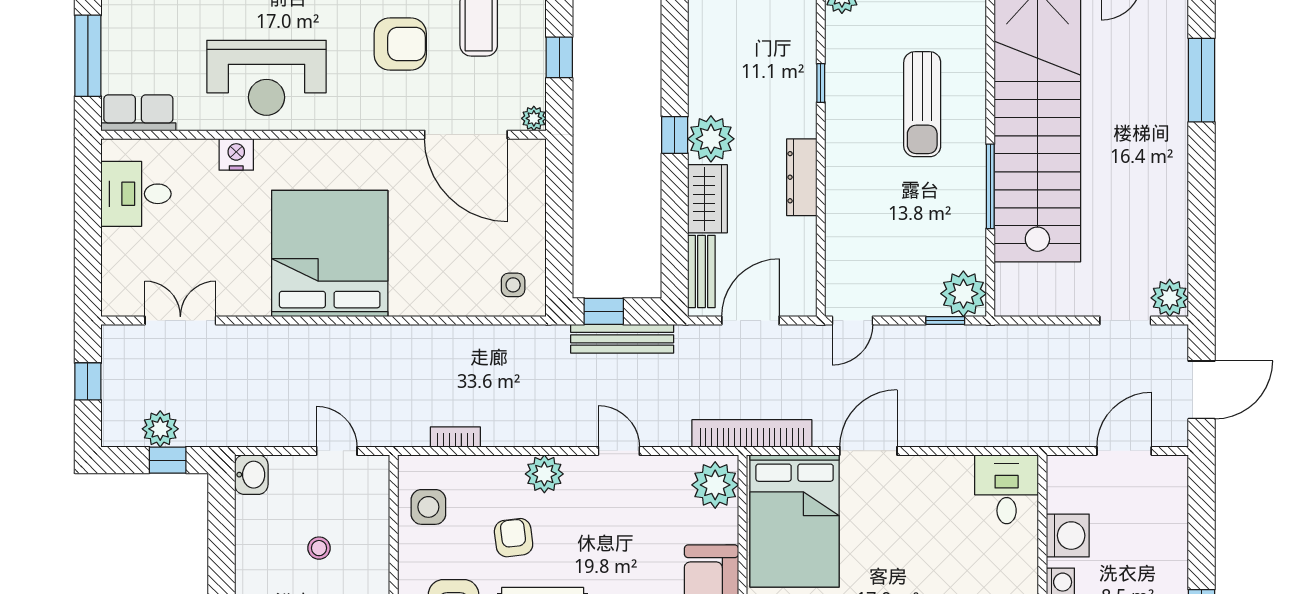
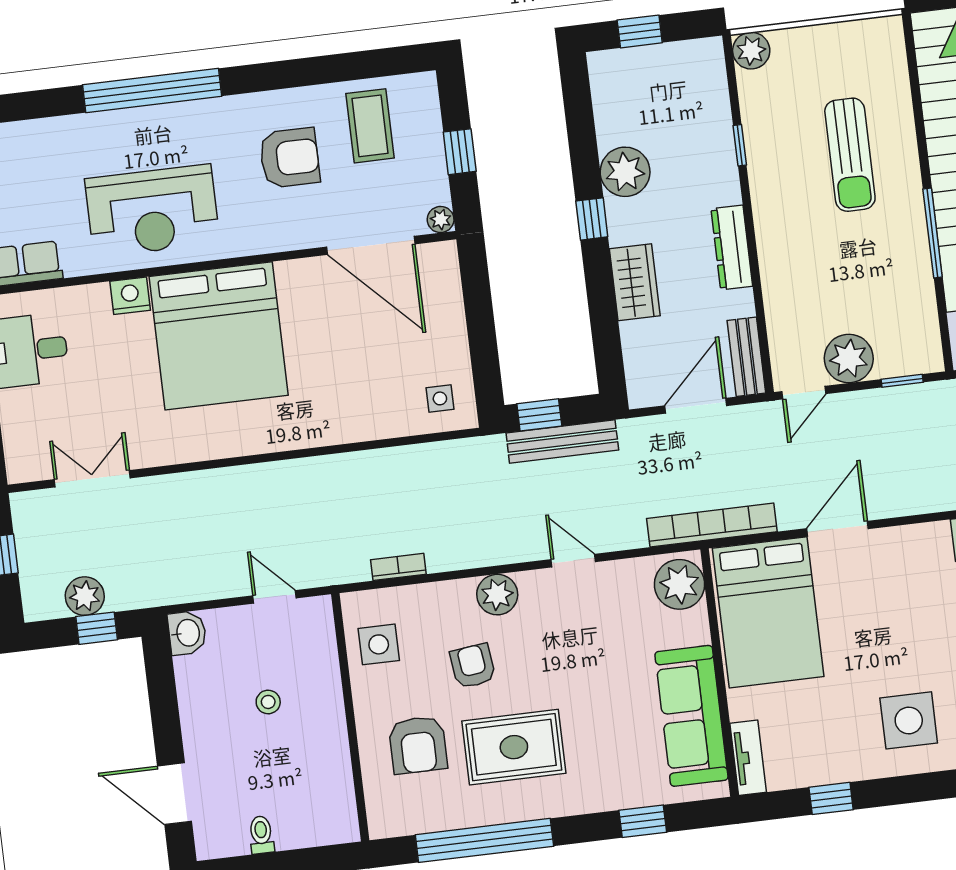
plant: (711, 139) -> (625, 172), moved
bed: (330, 253) -> (219, 336), moved, turned 180
bench: (701, 271) -> (746, 357), moved
plant: (963, 294) -> (849, 358), moved

